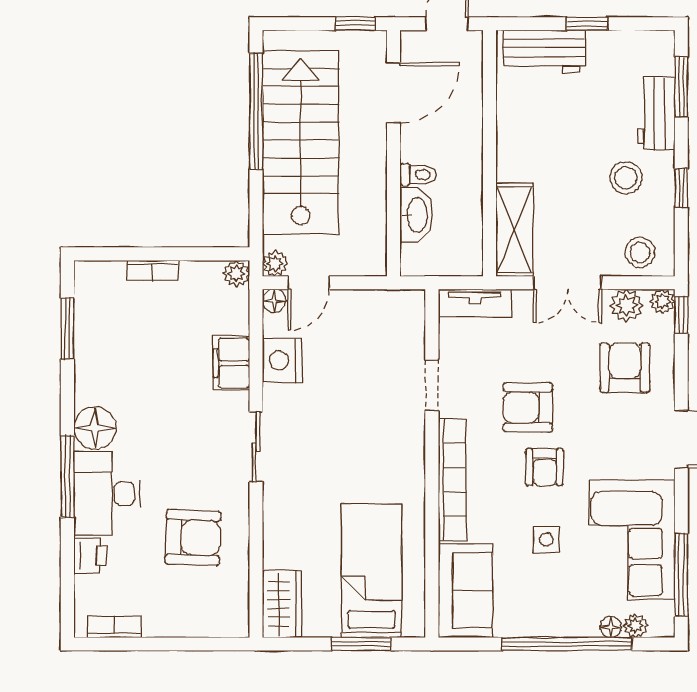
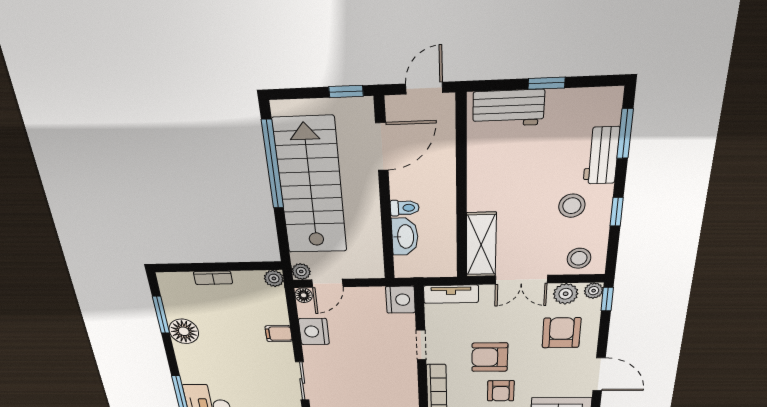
nightstand: (406, 310) -> (400, 300), added
filing cabinet: (232, 363) -> (279, 334), width x0.50
floor lamp: (95, 428) -> (184, 331), moved

